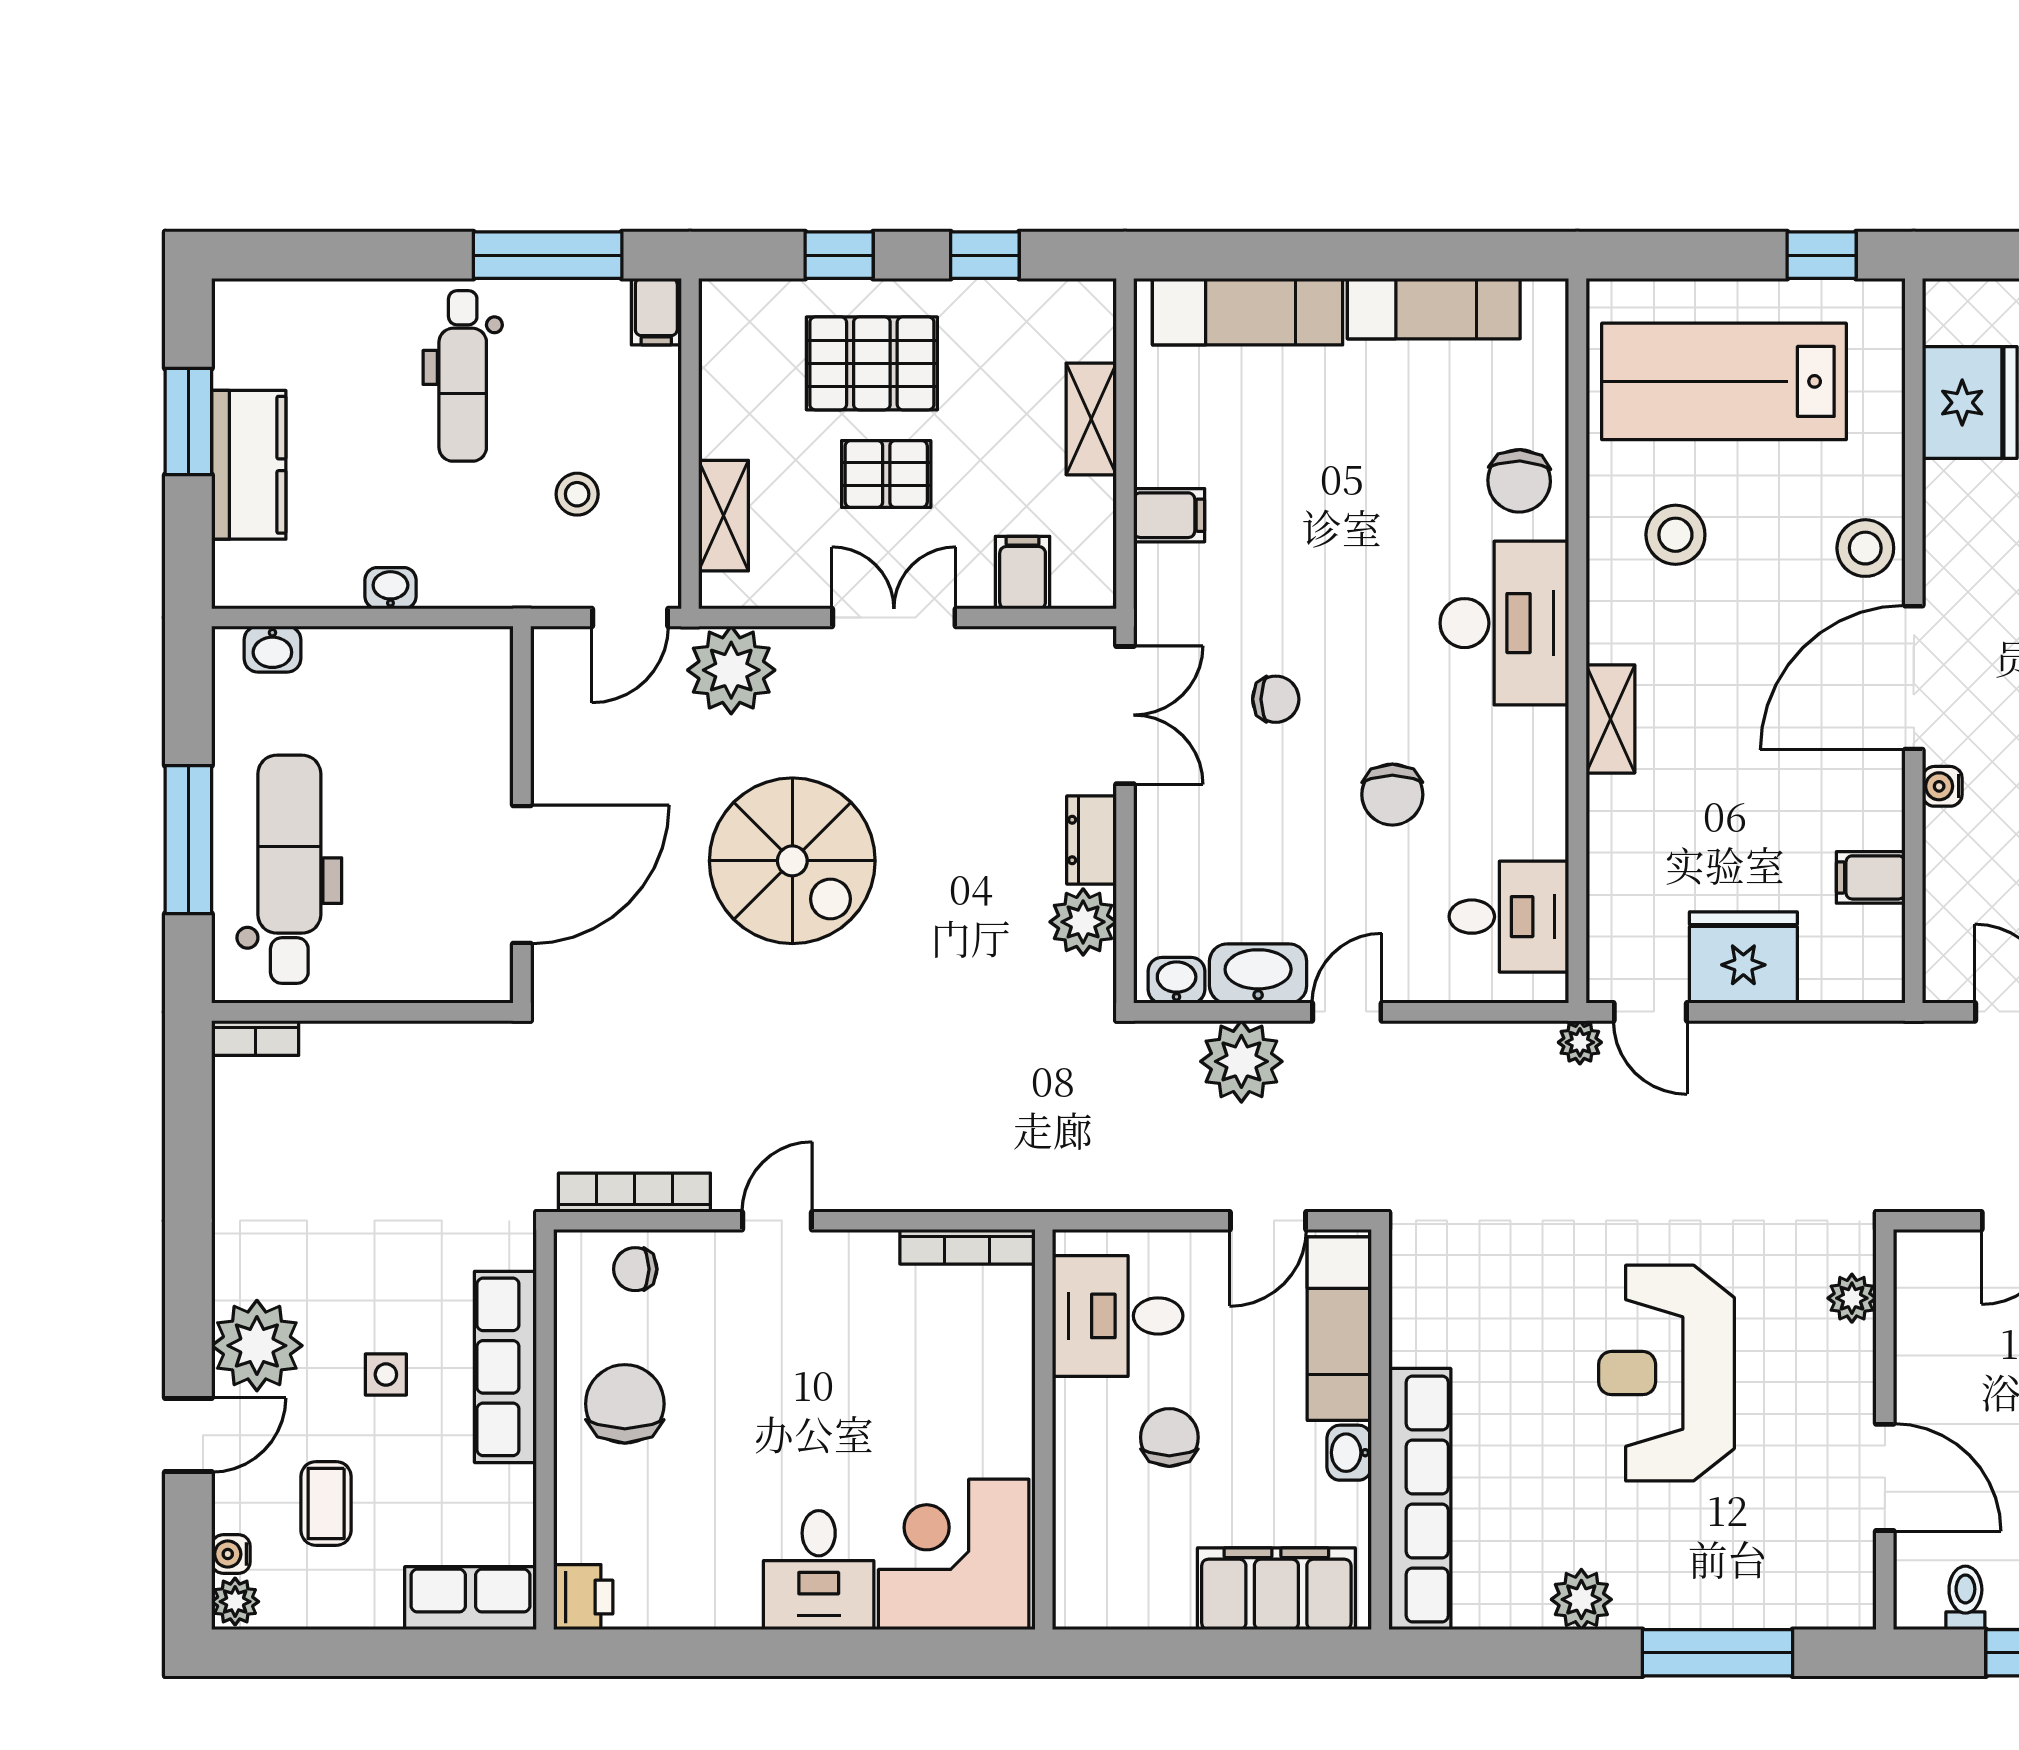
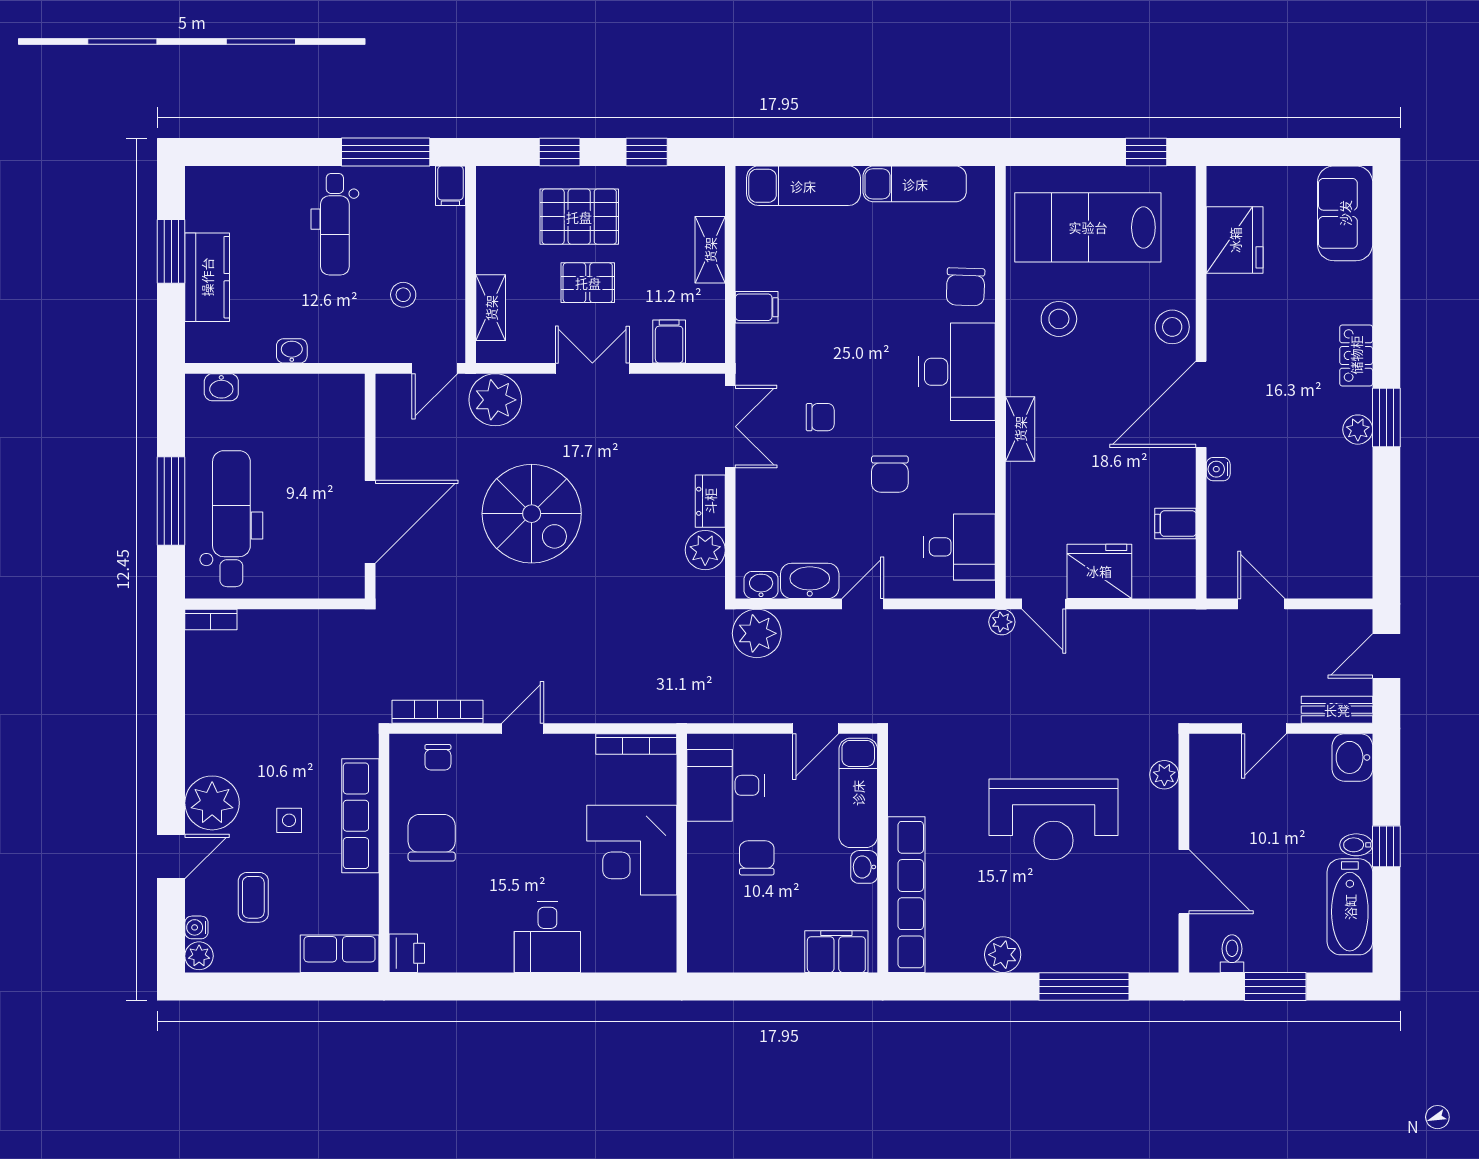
plant: (1241, 1061) -> (757, 633), moved
chair: (635, 1269) -> (438, 757), turned -90
reception desk: (1666, 1373) -> (1054, 819), turned -90
corner desk: (954, 1554) -> (632, 850), moved, turned -90
filing cabinet: (1276, 1589) -> (836, 952), width x0.67, depth x0.86

